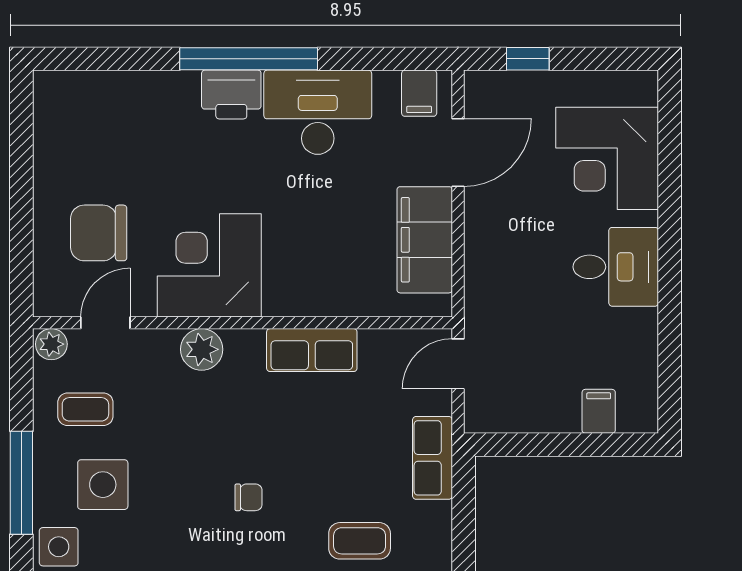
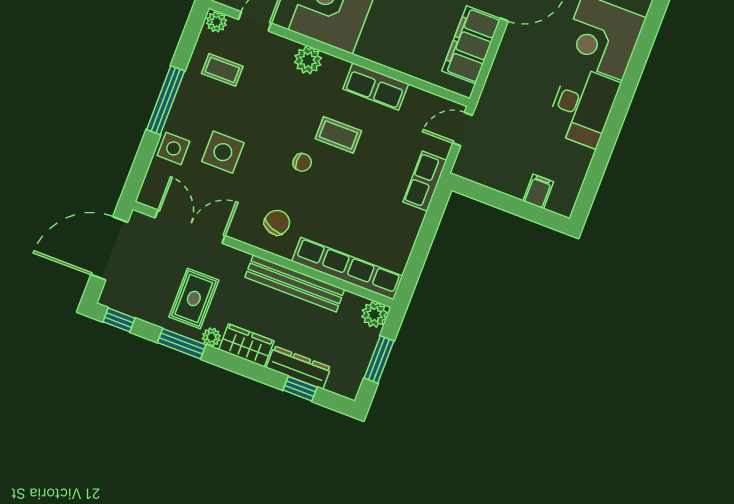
desk: (616, 267) -> (583, 106), width x1.37
side table: (103, 485) -> (223, 152), moved
coffee table: (360, 541) -> (338, 135), moved

